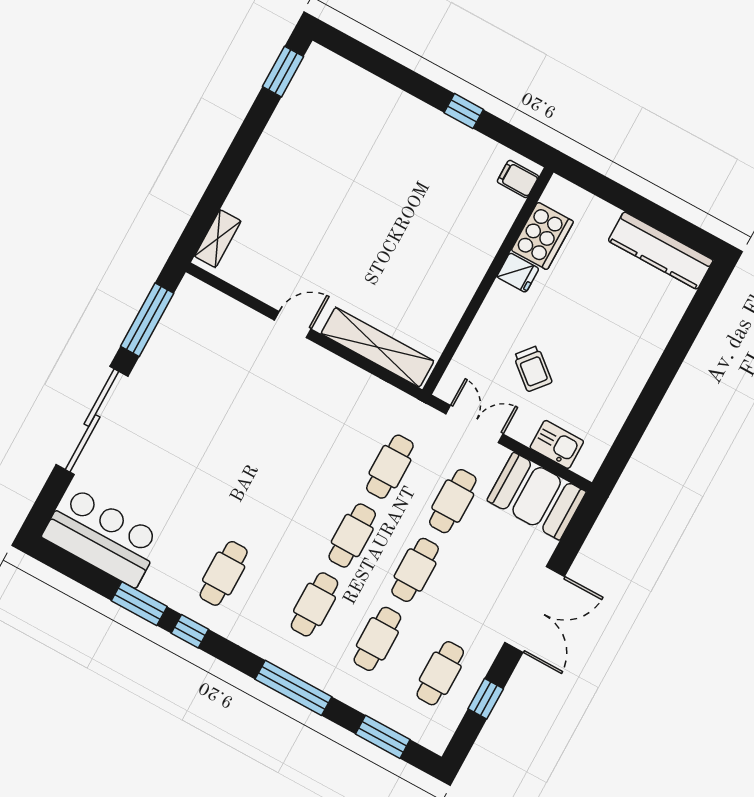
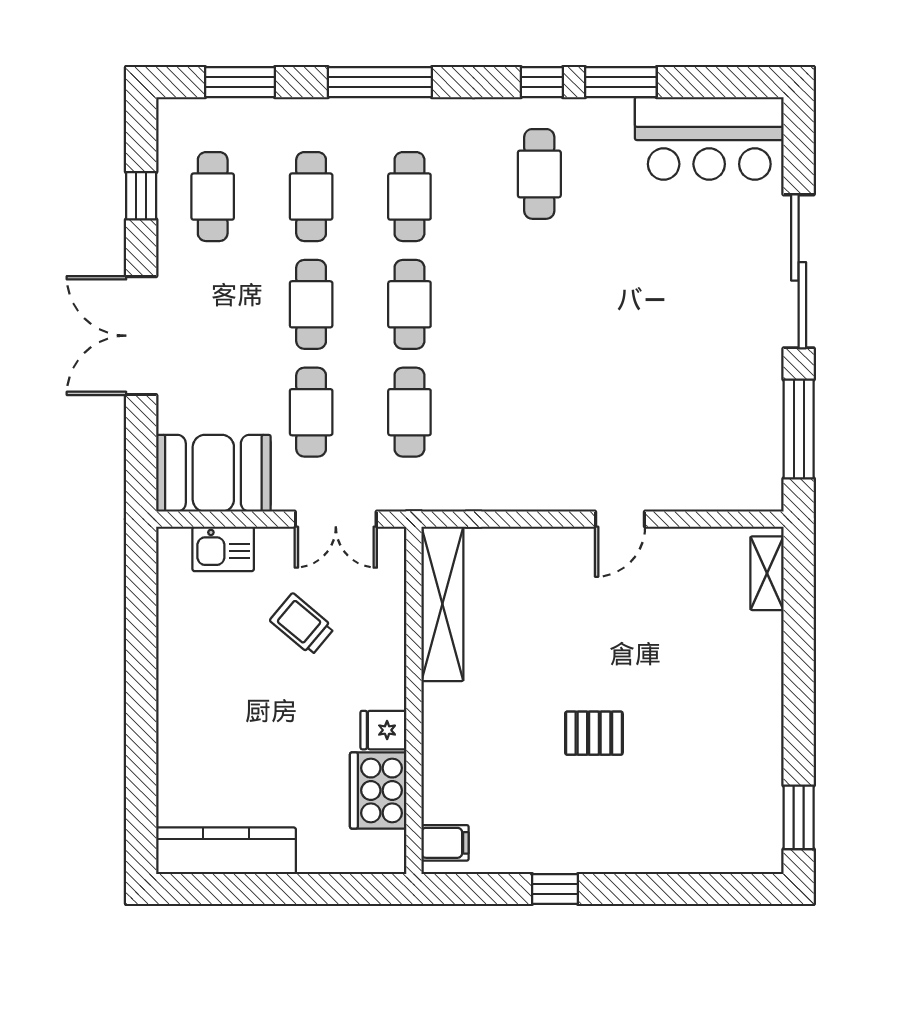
pallet: (384, 197) -> (594, 733), added
shelving: (377, 347) -> (442, 604), moved, turned 90

